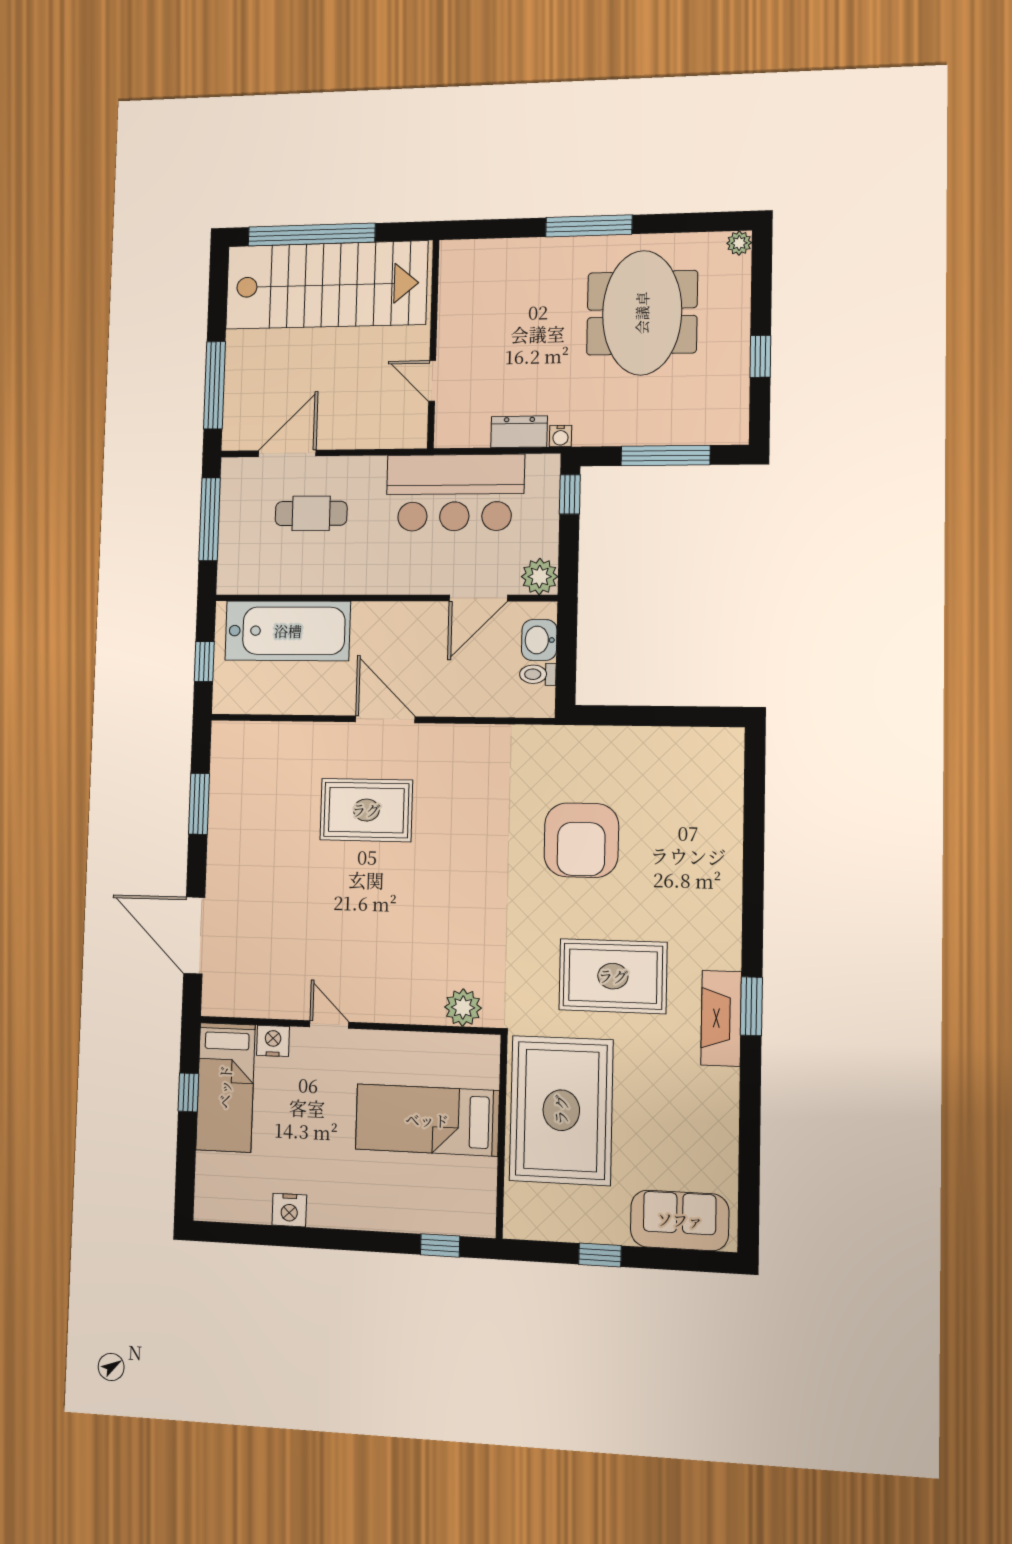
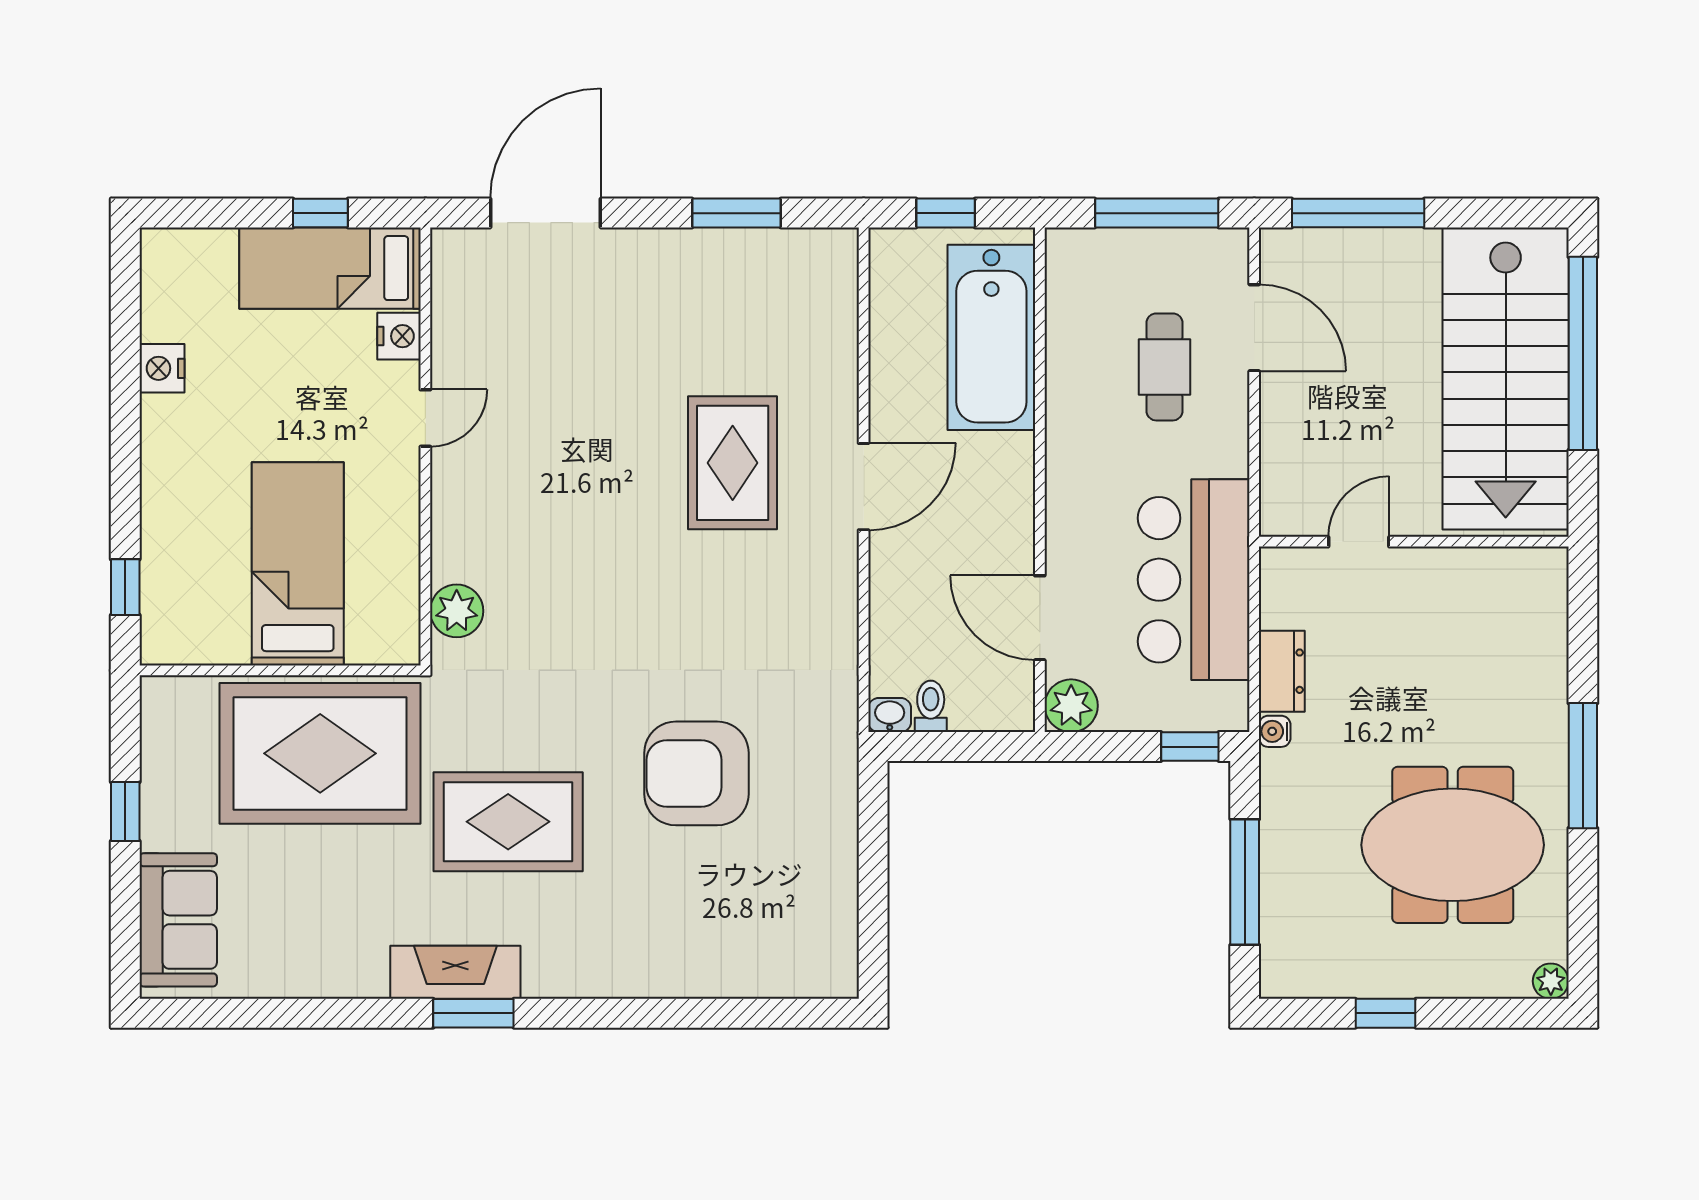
washbasin: (539, 640) -> (890, 715), moved, width x0.72, depth x0.69
rug: (613, 976) -> (508, 822), turned 90

